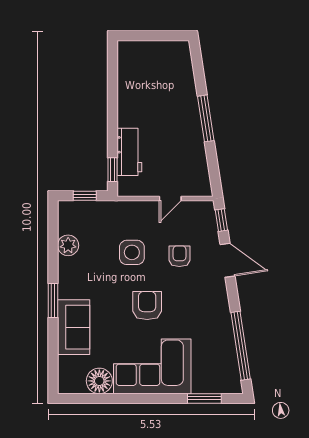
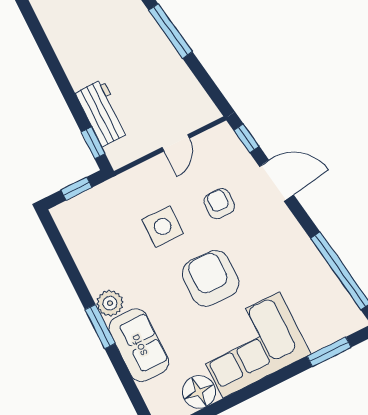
plant: (68, 245) -> (110, 303), moved
armchair: (147, 305) -> (211, 278), width x1.36, depth x1.36

